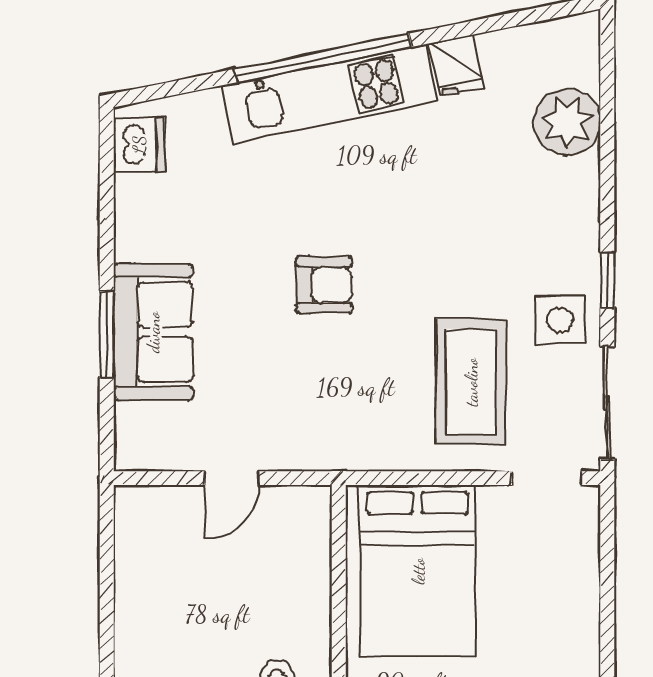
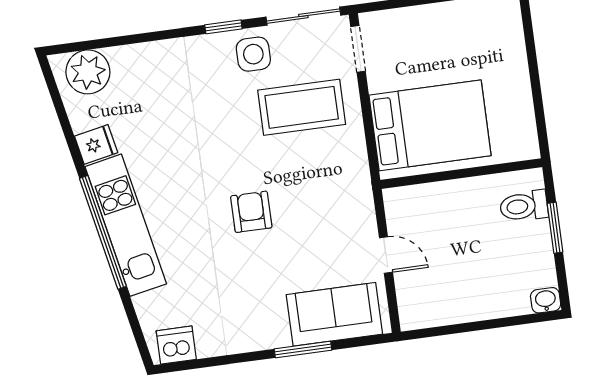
plant: (567, 122) -> (88, 72), moved
sofa: (153, 332) -> (334, 314), moved

